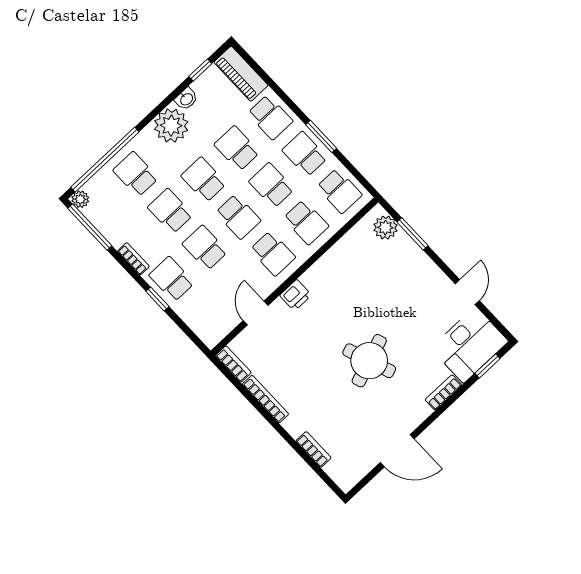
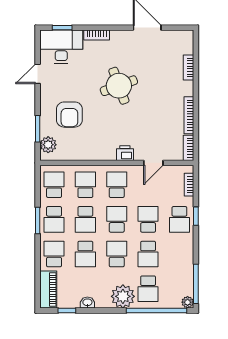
plant: (171, 126) -> (123, 296), moved
school desk: (204, 180) -> (117, 254), turned 180
school desk: (205, 248) -> (148, 219), turned 180
bookcase: (133, 259) -> (189, 185), moved
armchair: (393, 281) -> (69, 115), added

